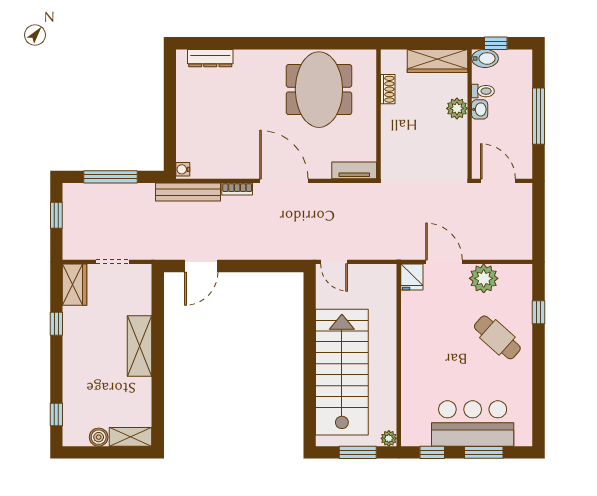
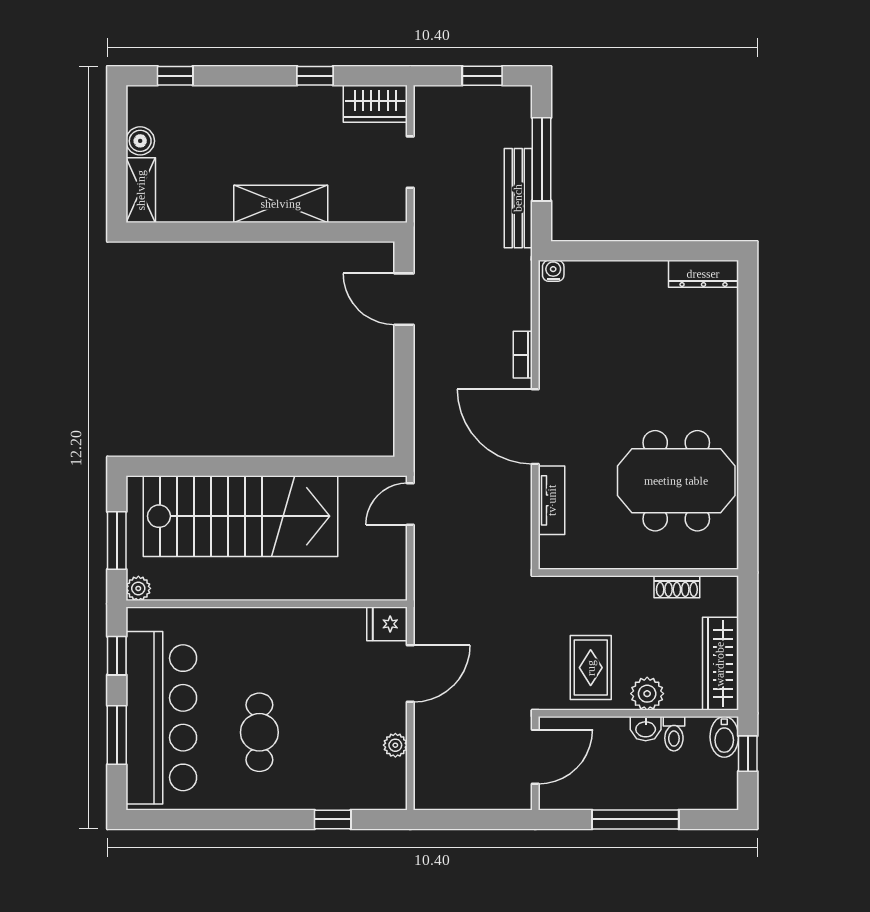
dresser: (210, 58) -> (703, 274), moved, turned -90
rug: (440, 145) -> (591, 668), added
tv unit: (354, 170) -> (552, 500), moved
door: (284, 181) -> (535, 427), swing flipped
bench: (188, 192) -> (518, 198), moved
plant: (484, 278) -> (395, 745), width x0.53, depth x0.53
cafe table: (497, 337) -> (259, 732), moved, turned -42
bar counter: (473, 423) -> (161, 718), width x1.36

